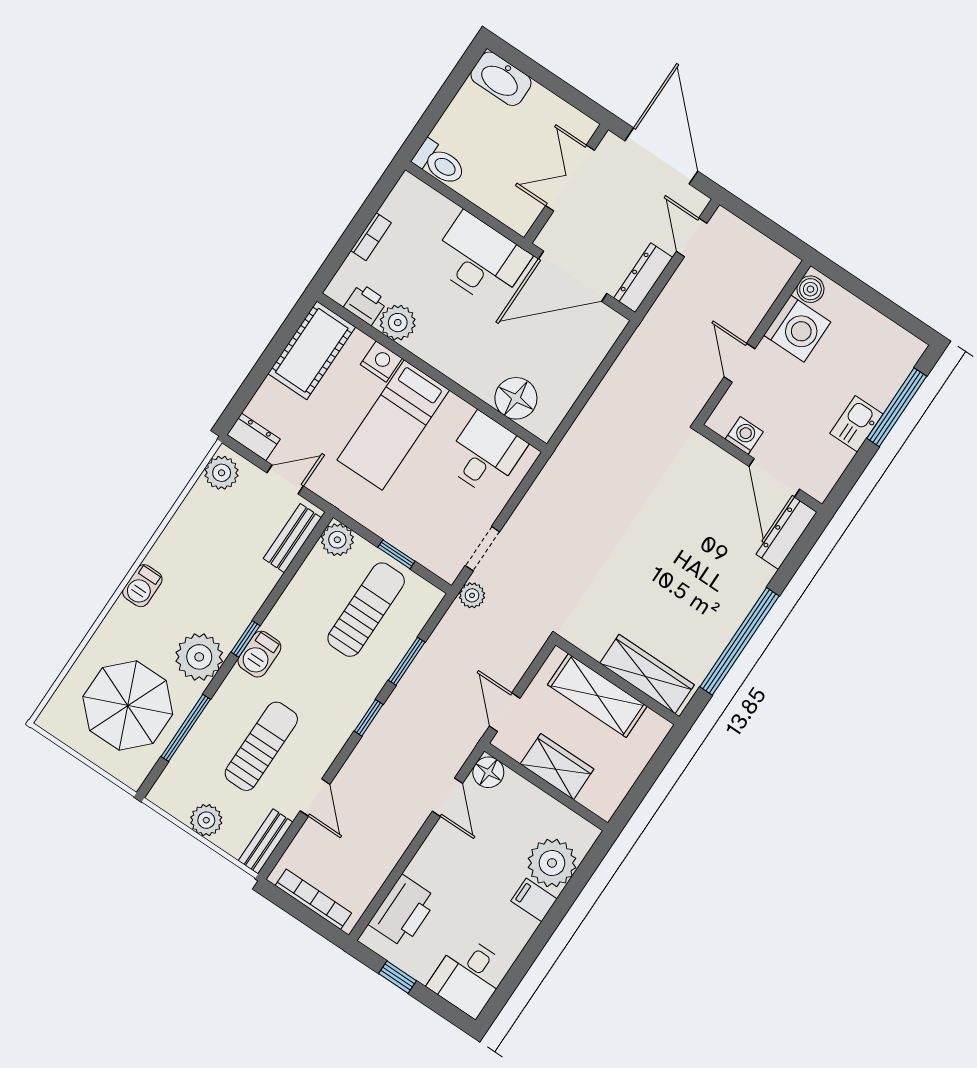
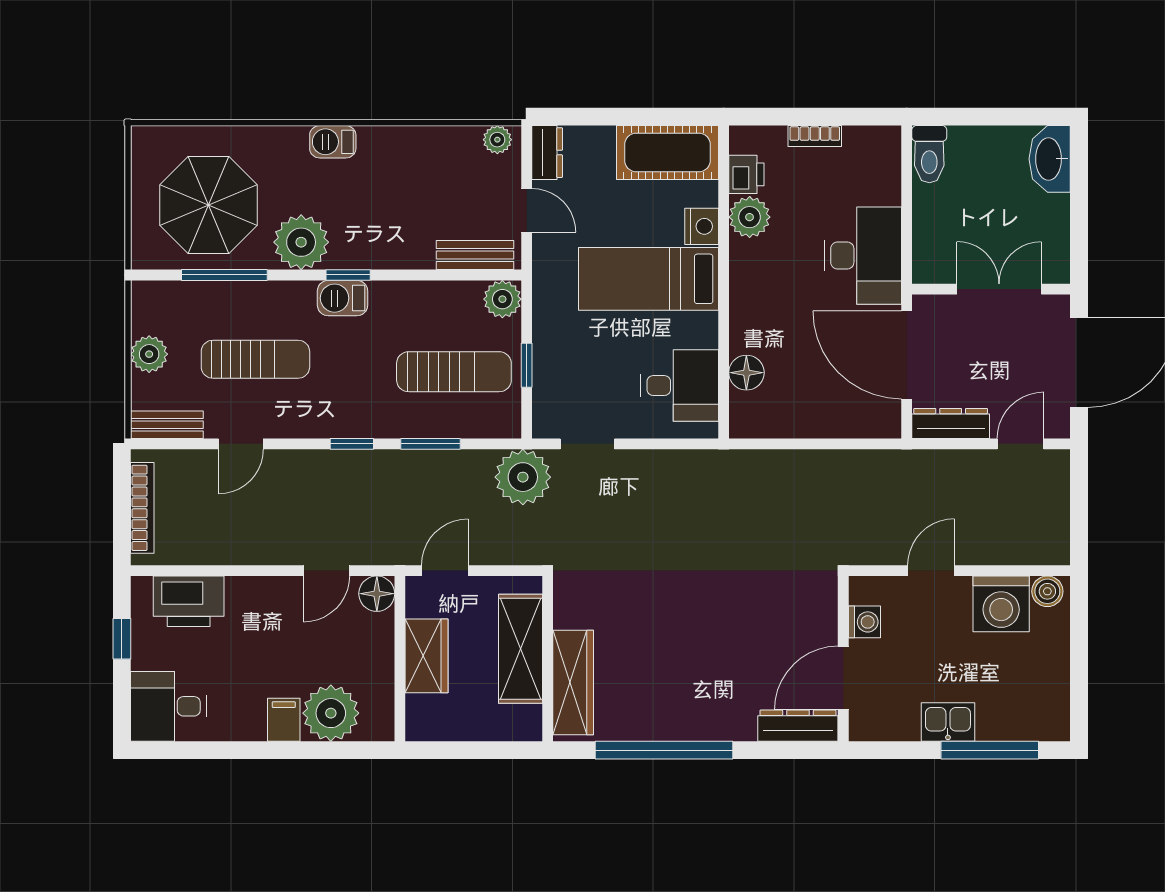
floor lamp: (516, 398) -> (746, 373), width x0.73, depth x0.73
plant: (222, 473) -> (497, 140), width x0.73, depth x0.73
plant: (472, 595) -> (523, 477), width x1.88, depth x1.88

